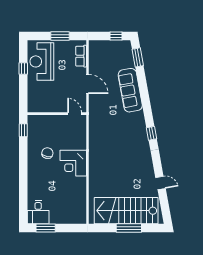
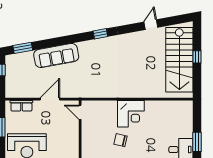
door: (75, 114) -> (80, 112), hinge flipped
window: (129, 228) -> (197, 57), width x0.46

